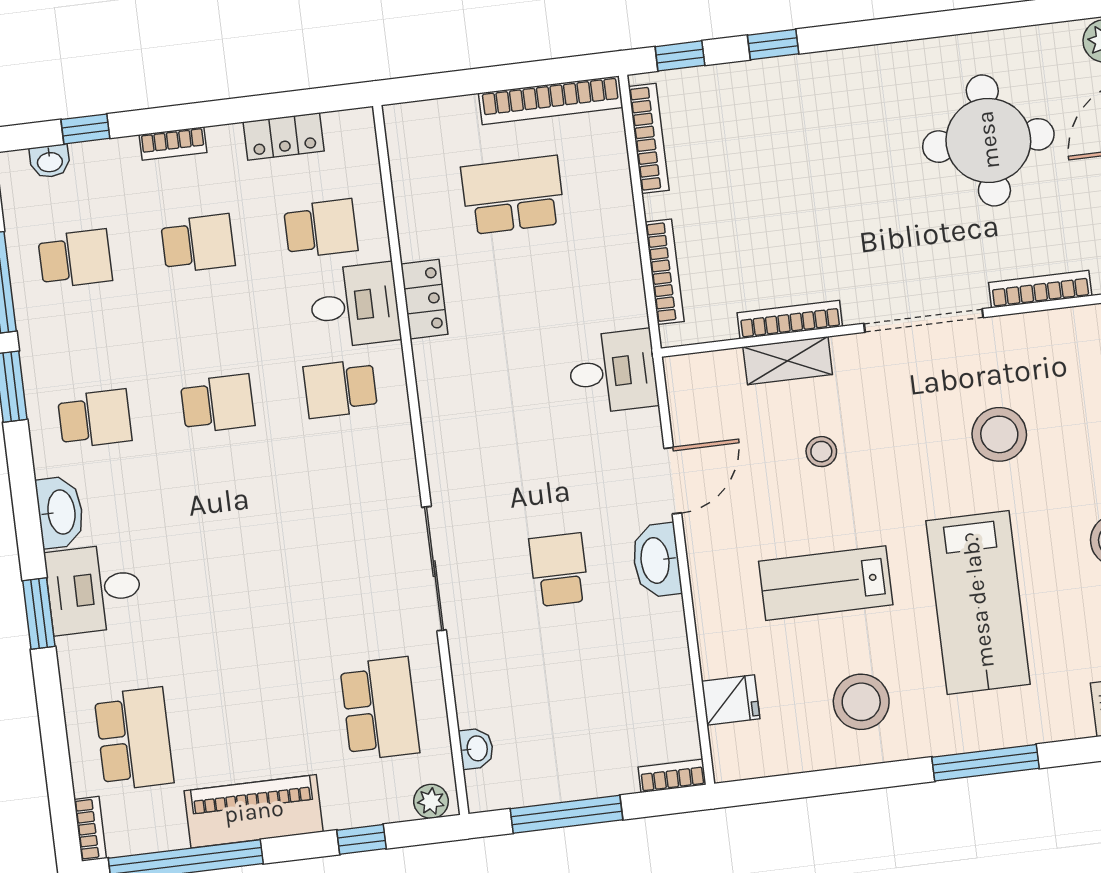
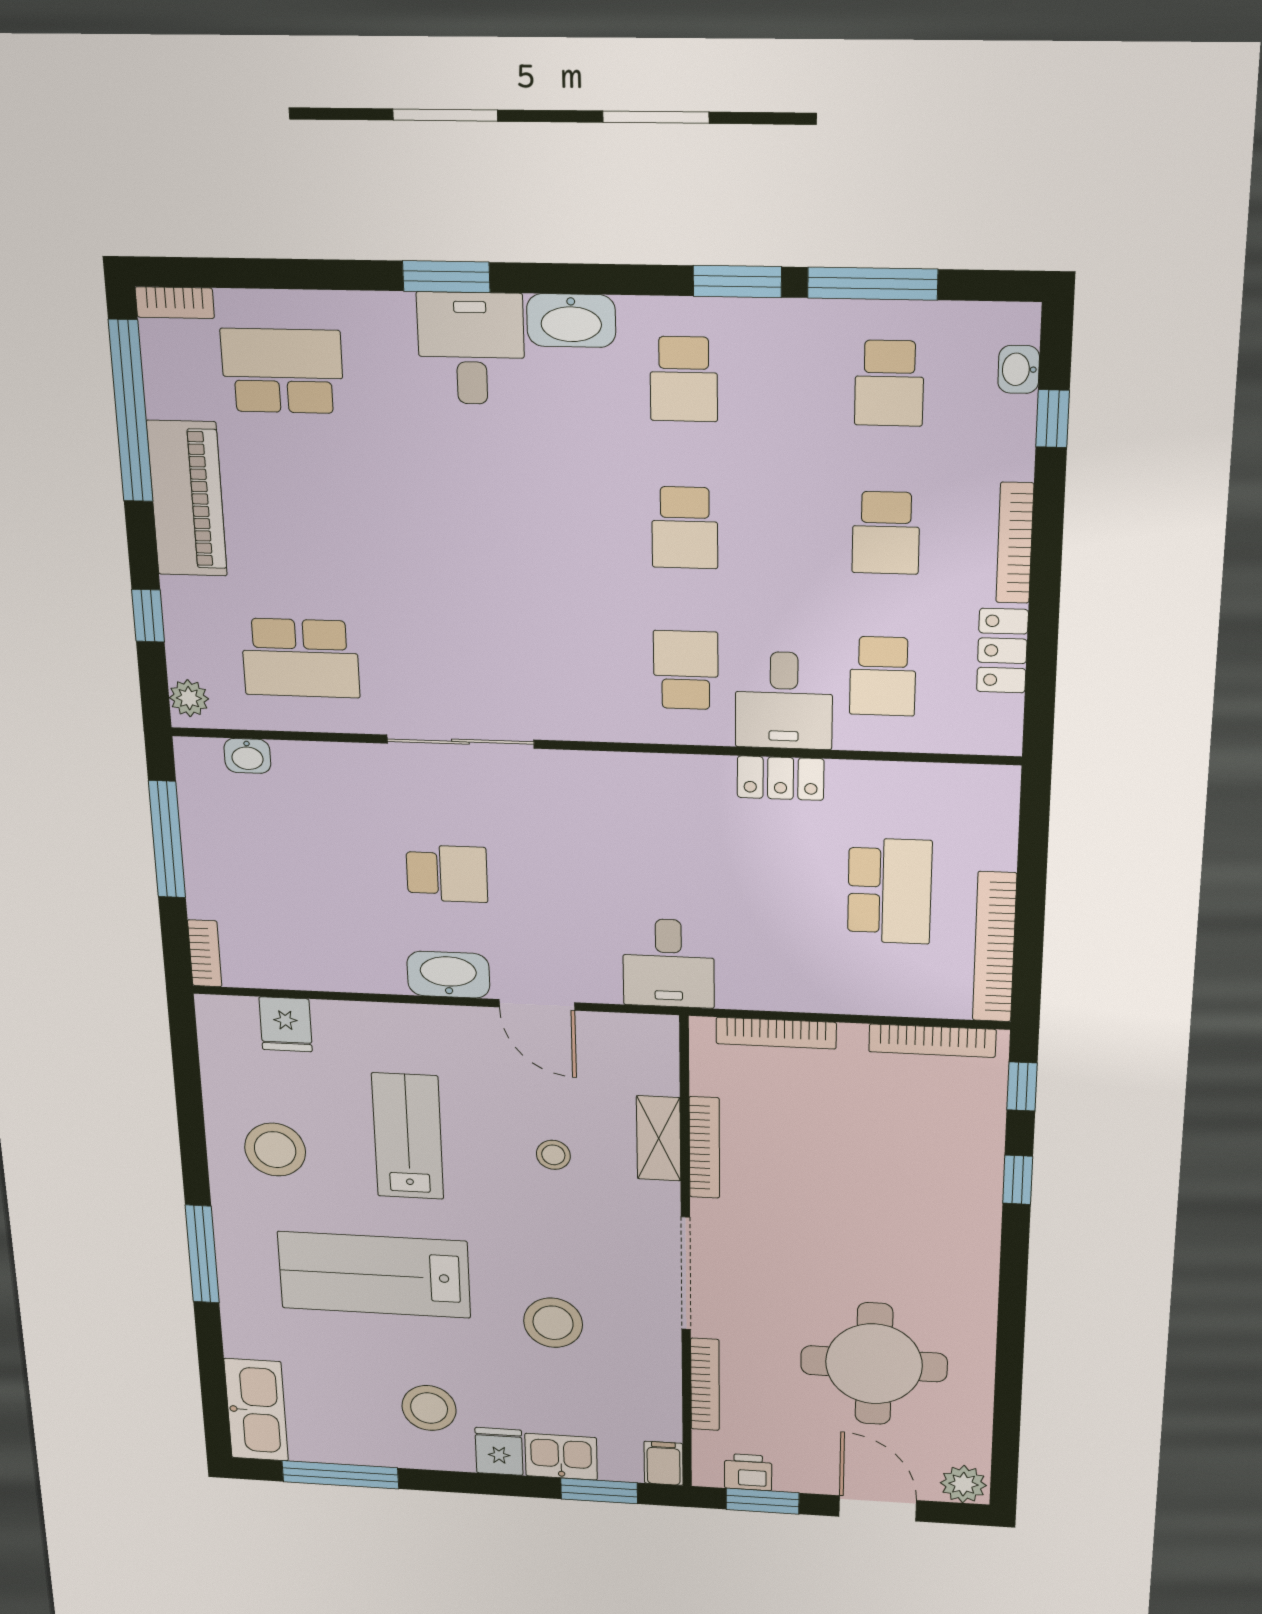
bookcase: (173, 144) -> (1015, 543), width x1.56
school desk: (134, 739) -> (282, 371), turned 180

